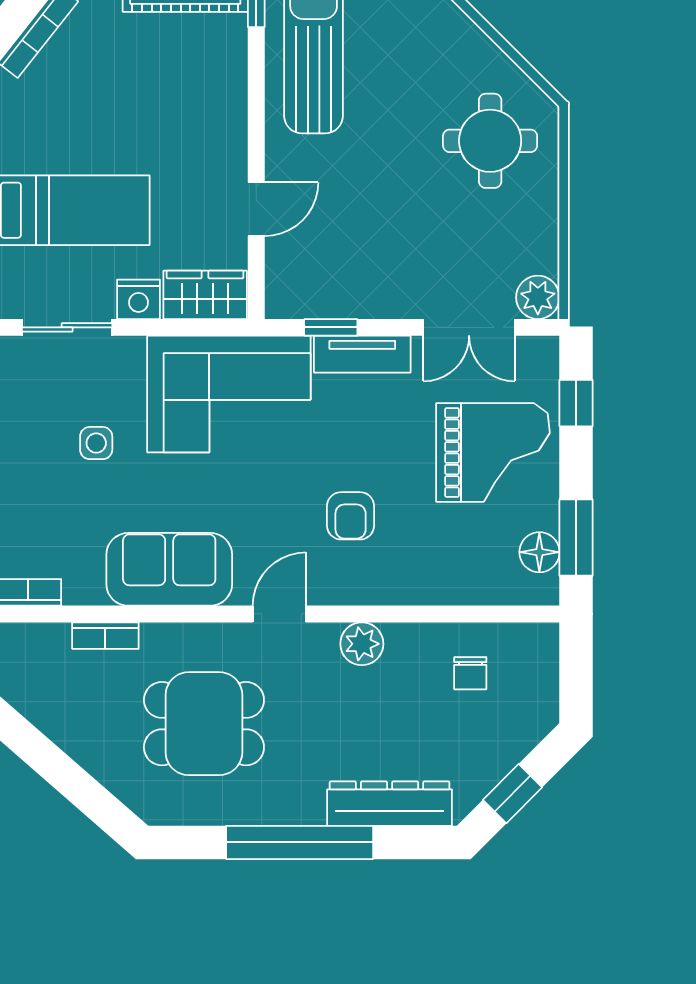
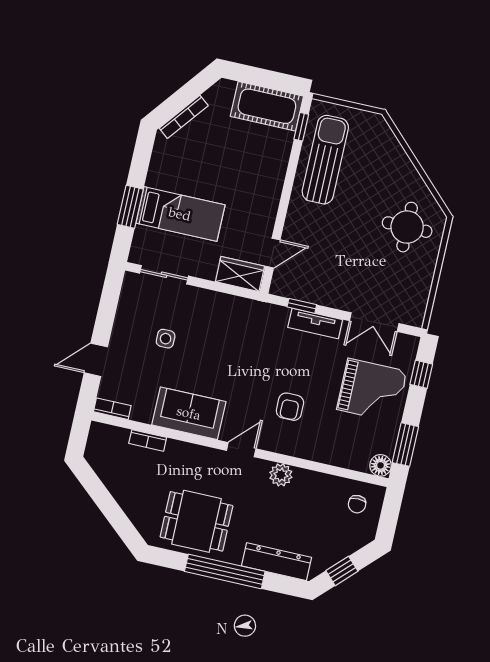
door: (256, 209) -> (273, 253), moved
plant: (538, 297) -> (414, 315), removed
nightstand: (138, 299) -> (205, 268), removed
corner sofa: (229, 394) -> (241, 329), removed
floor lamp: (539, 552) -> (381, 465), moved
chair: (470, 673) -> (357, 504), moved
dining table: (204, 724) -> (196, 521), moved

